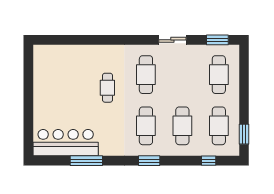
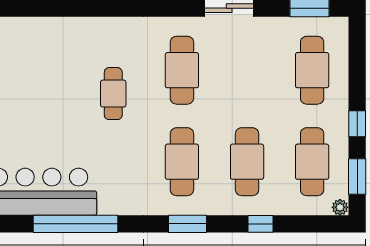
window: (244, 105) -> (357, 124), added
plant: (234, 151) -> (340, 207), added
window: (86, 161) -> (75, 224), width x1.46
window: (209, 161) -> (260, 224), moved

